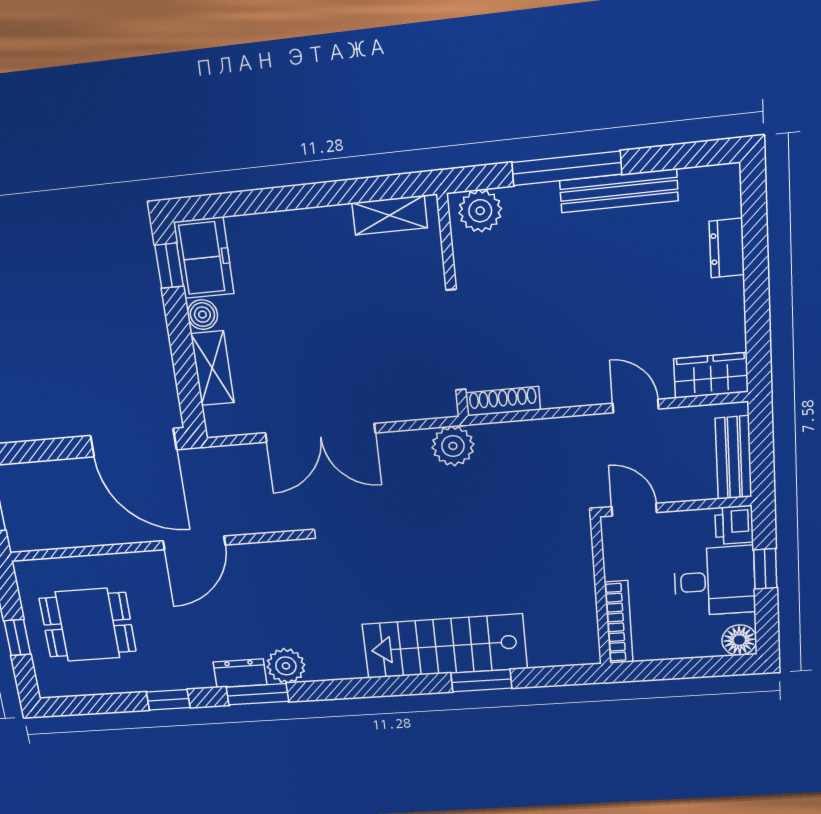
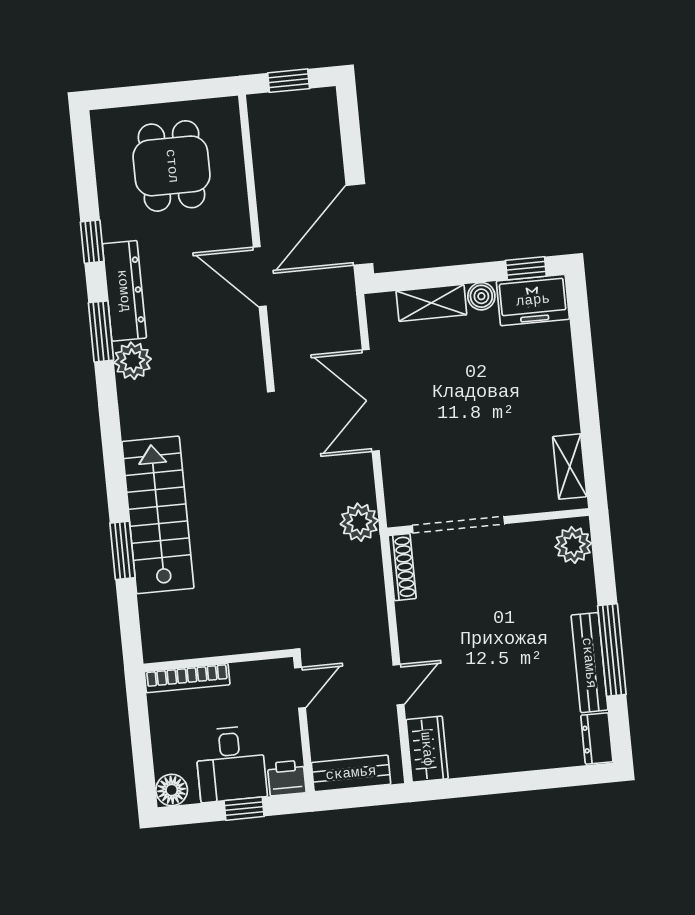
window: (567, 168) -> (612, 650), moved
dresser: (727, 248) -> (597, 738), moved, turned -90
window: (17, 637) -> (156, 94), removed
dresser: (240, 673) -> (124, 291), width x1.96, depth x1.24

